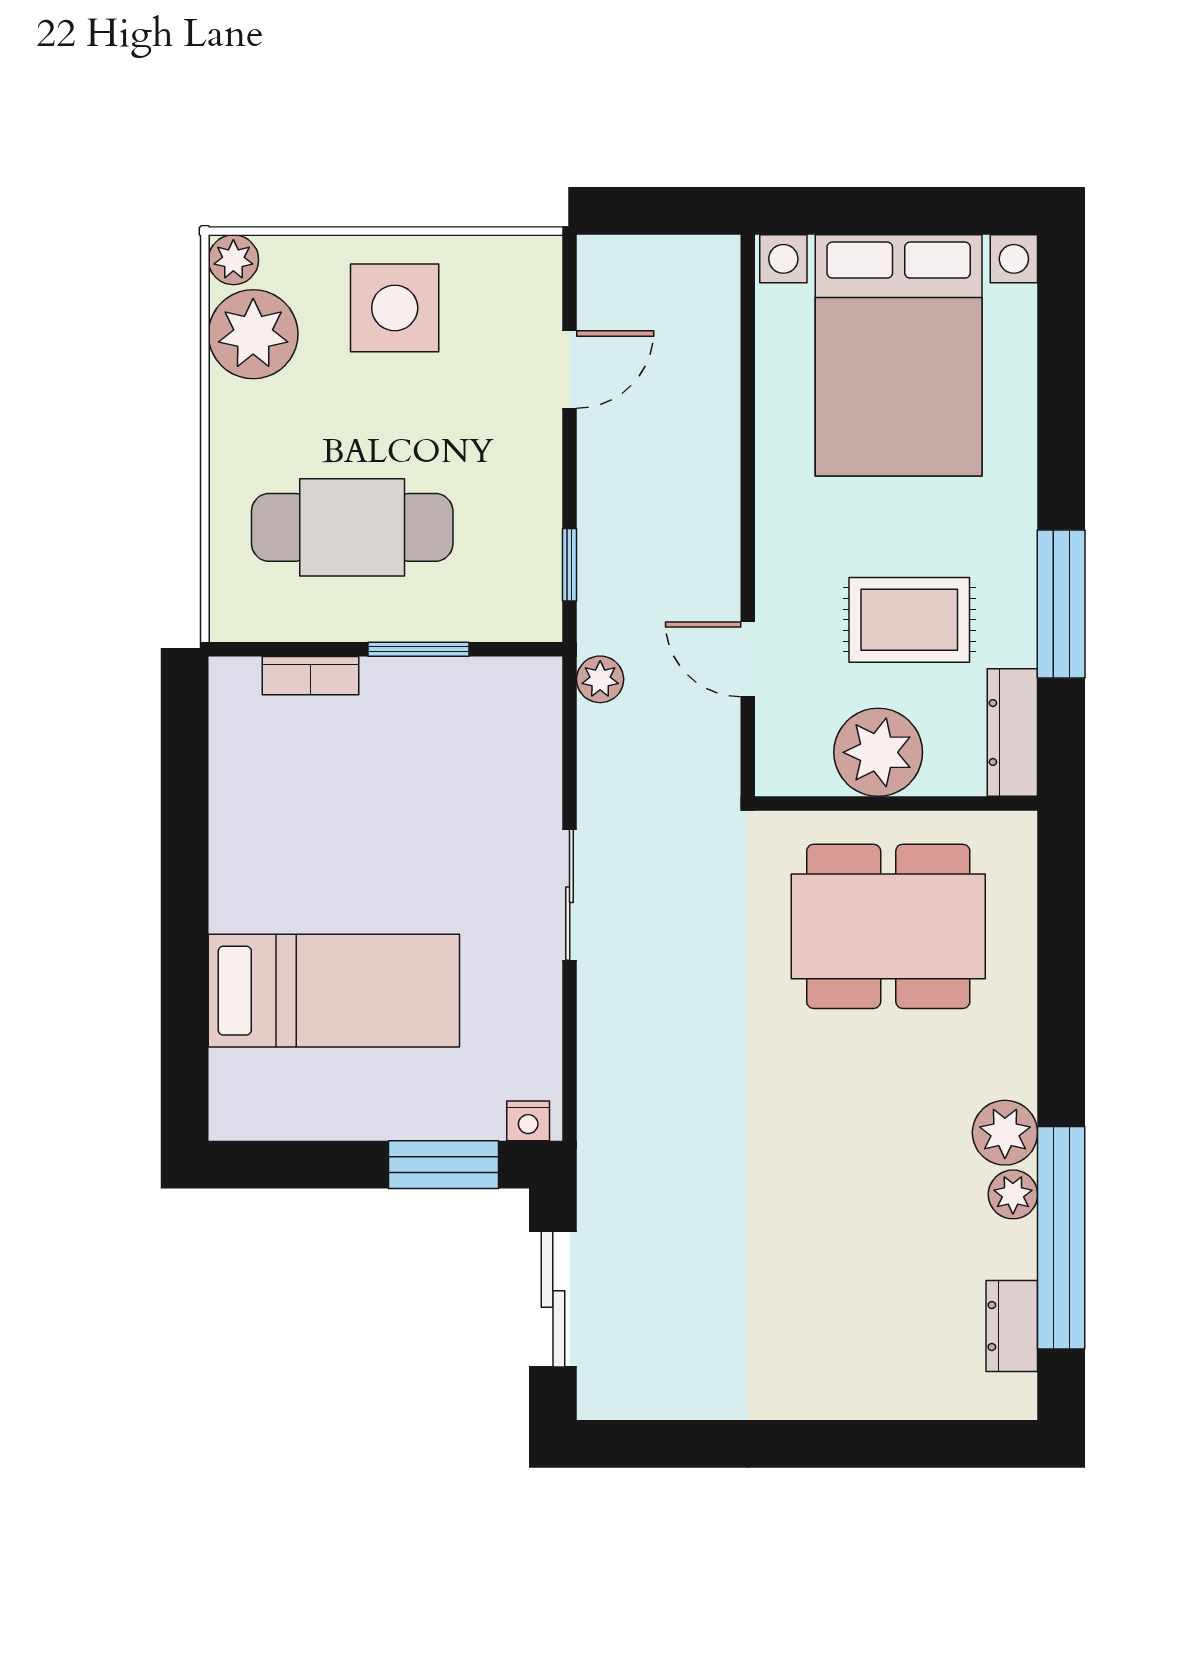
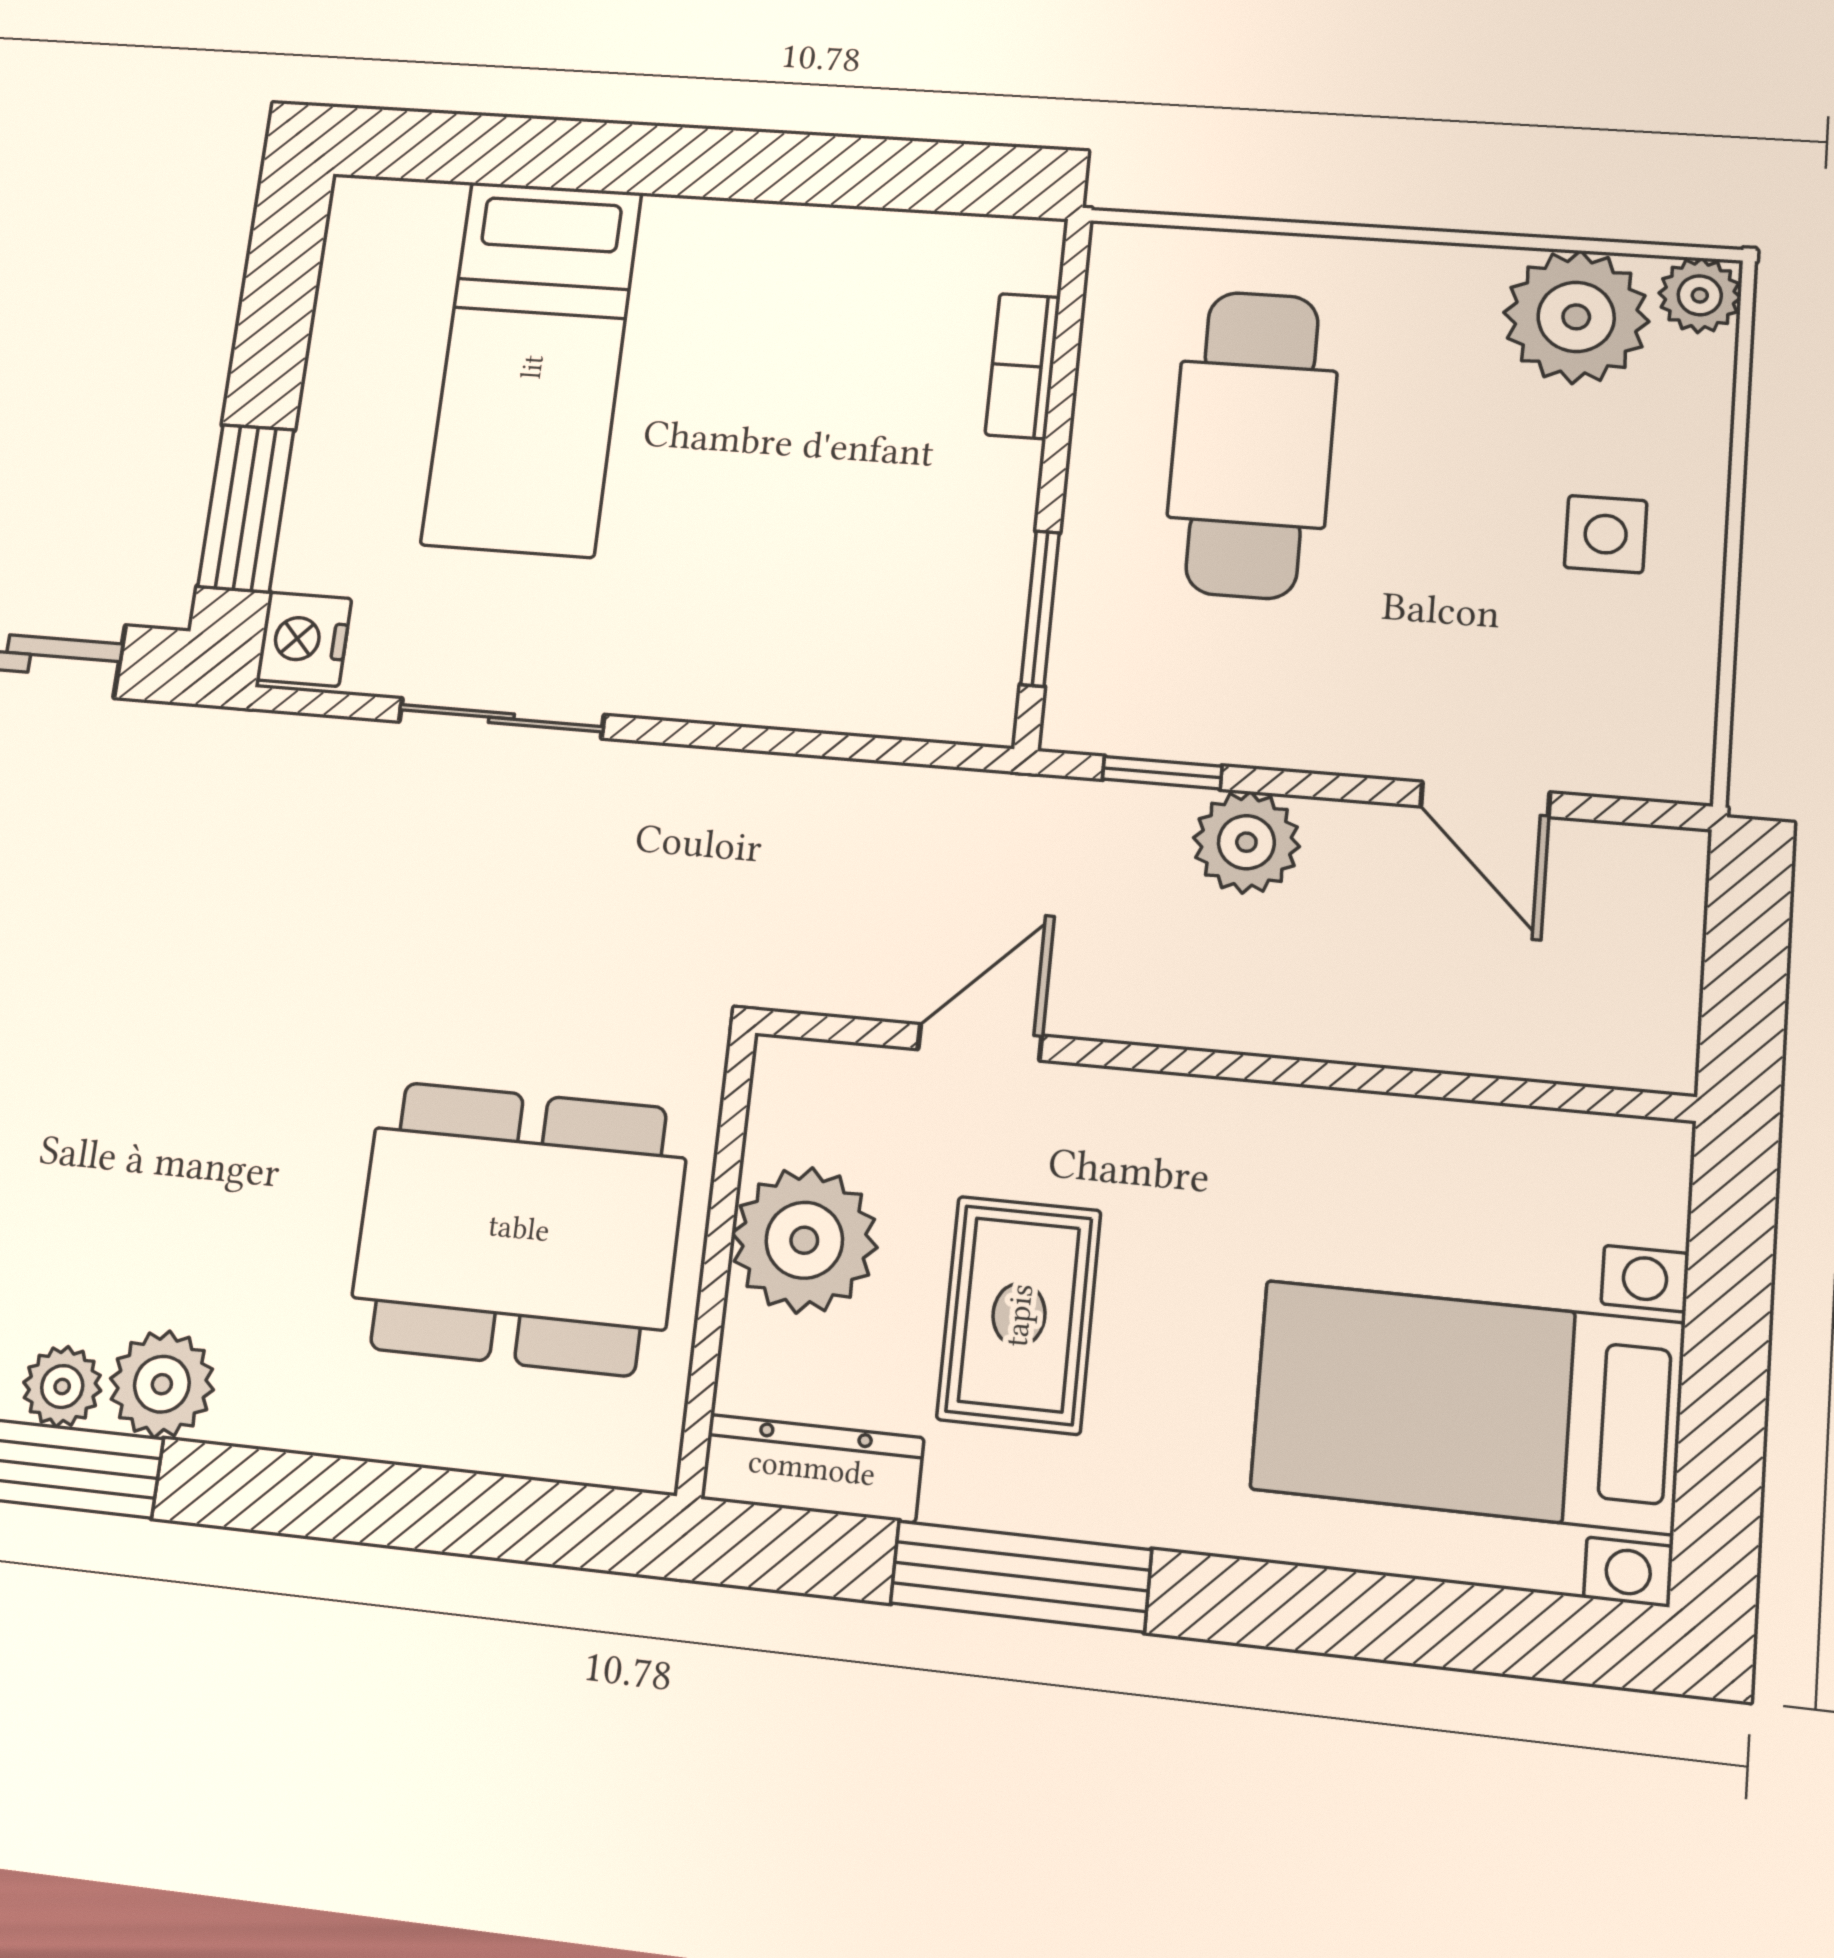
side table: (395, 308) -> (1606, 534), width x0.54, depth x0.54
bed with nightstands: (899, 355) -> (1467, 1406), width x0.73
window: (419, 649) -> (1040, 608), moved
plant: (600, 679) -> (1246, 842), moved, width x1.38, depth x1.38
sliding door: (570, 895) -> (501, 718), moved
dining table: (888, 926) -> (519, 1228), turned 90
nightstand: (528, 1121) -> (304, 639), width x1.39, depth x1.35

